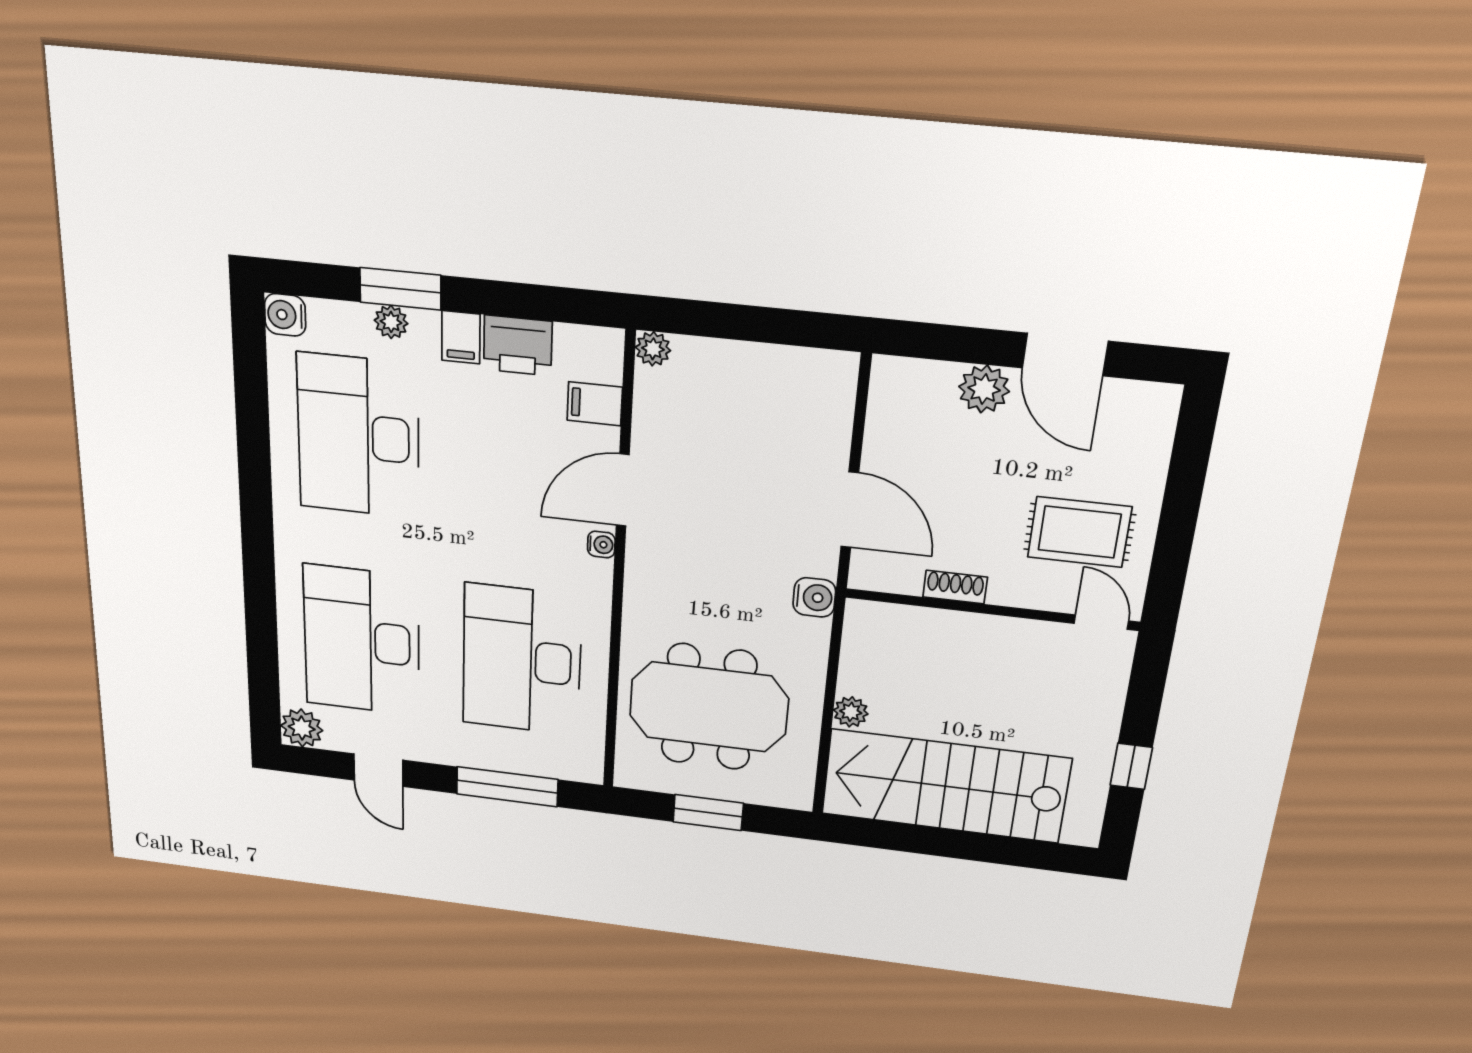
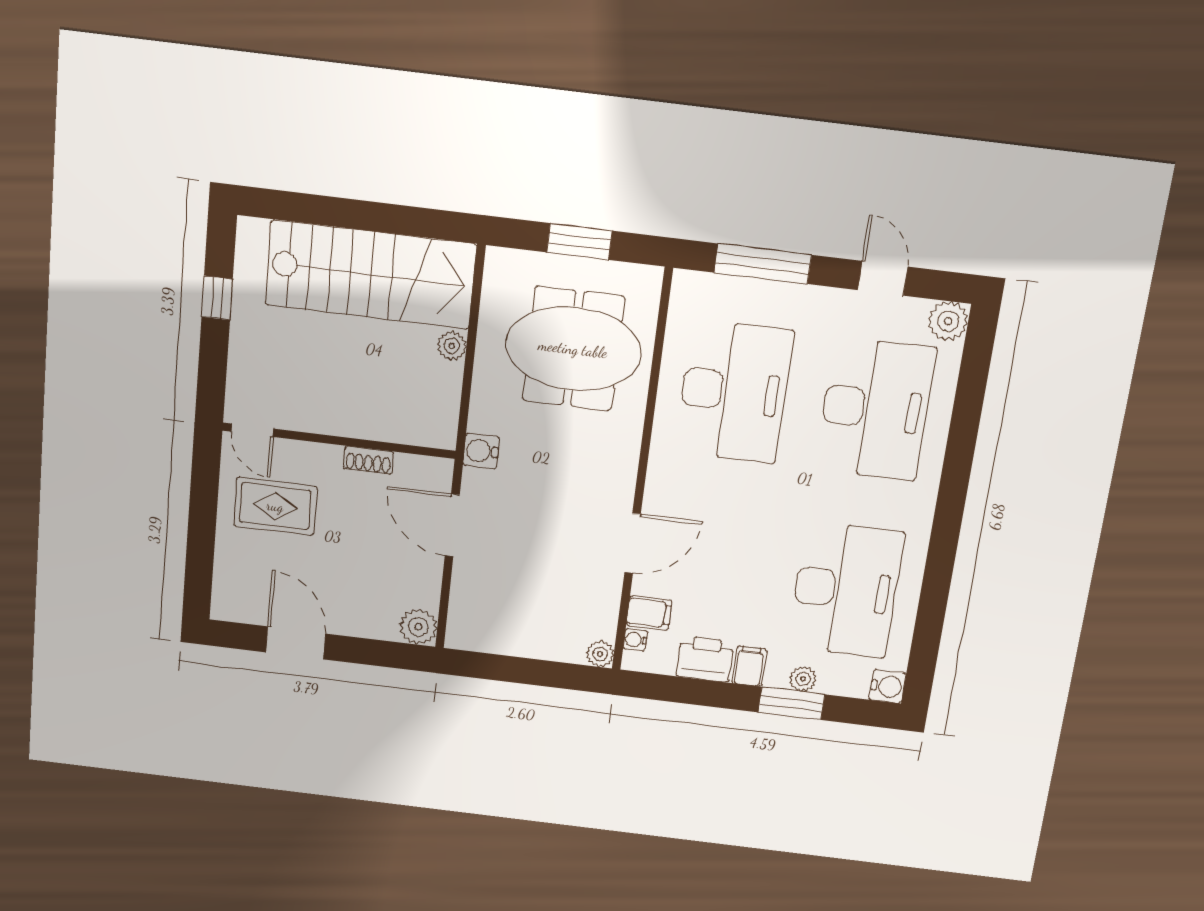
plant: (984, 389) -> (418, 627), moved
water cooler: (601, 544) -> (635, 640), moved

